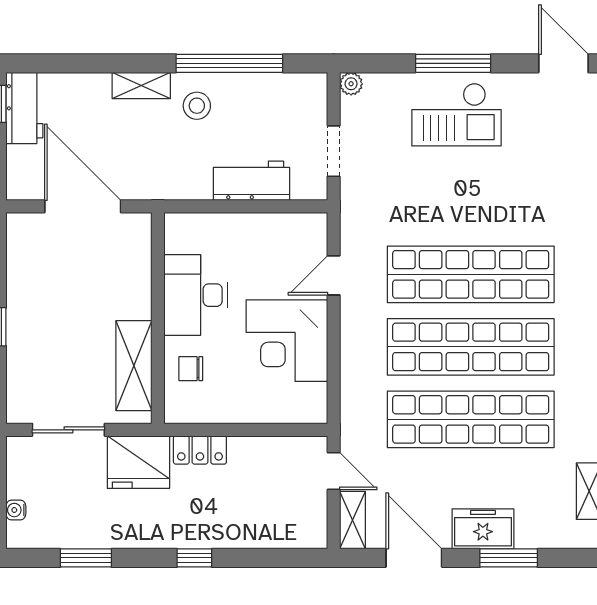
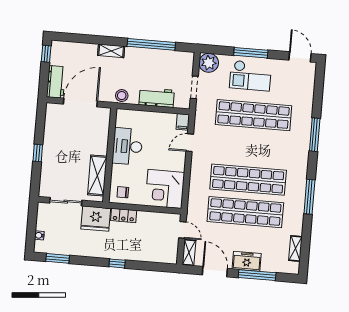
plant: (351, 84) -> (209, 63), width x1.88, depth x1.88
stool: (197, 106) -> (122, 96), moved
workbench: (24, 108) -> (56, 82), moved
door: (83, 206) -> (80, 103), hinge flipped
filing cabinet: (314, 230) -> (183, 122), added
shop shelf: (471, 274) -> (253, 115), moved
corner desk: (287, 341) -> (165, 189), moved
chair: (191, 369) -> (123, 192), moved
window: (86, 558) -> (58, 258), moved
window: (509, 558) -> (257, 275), width x1.44

